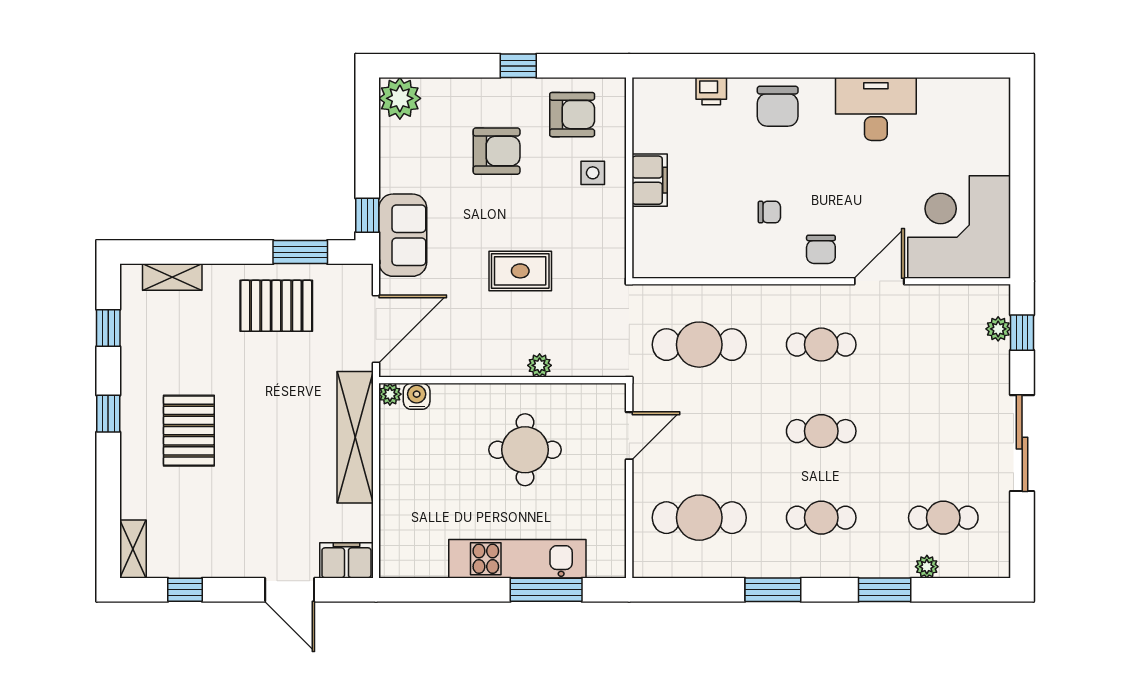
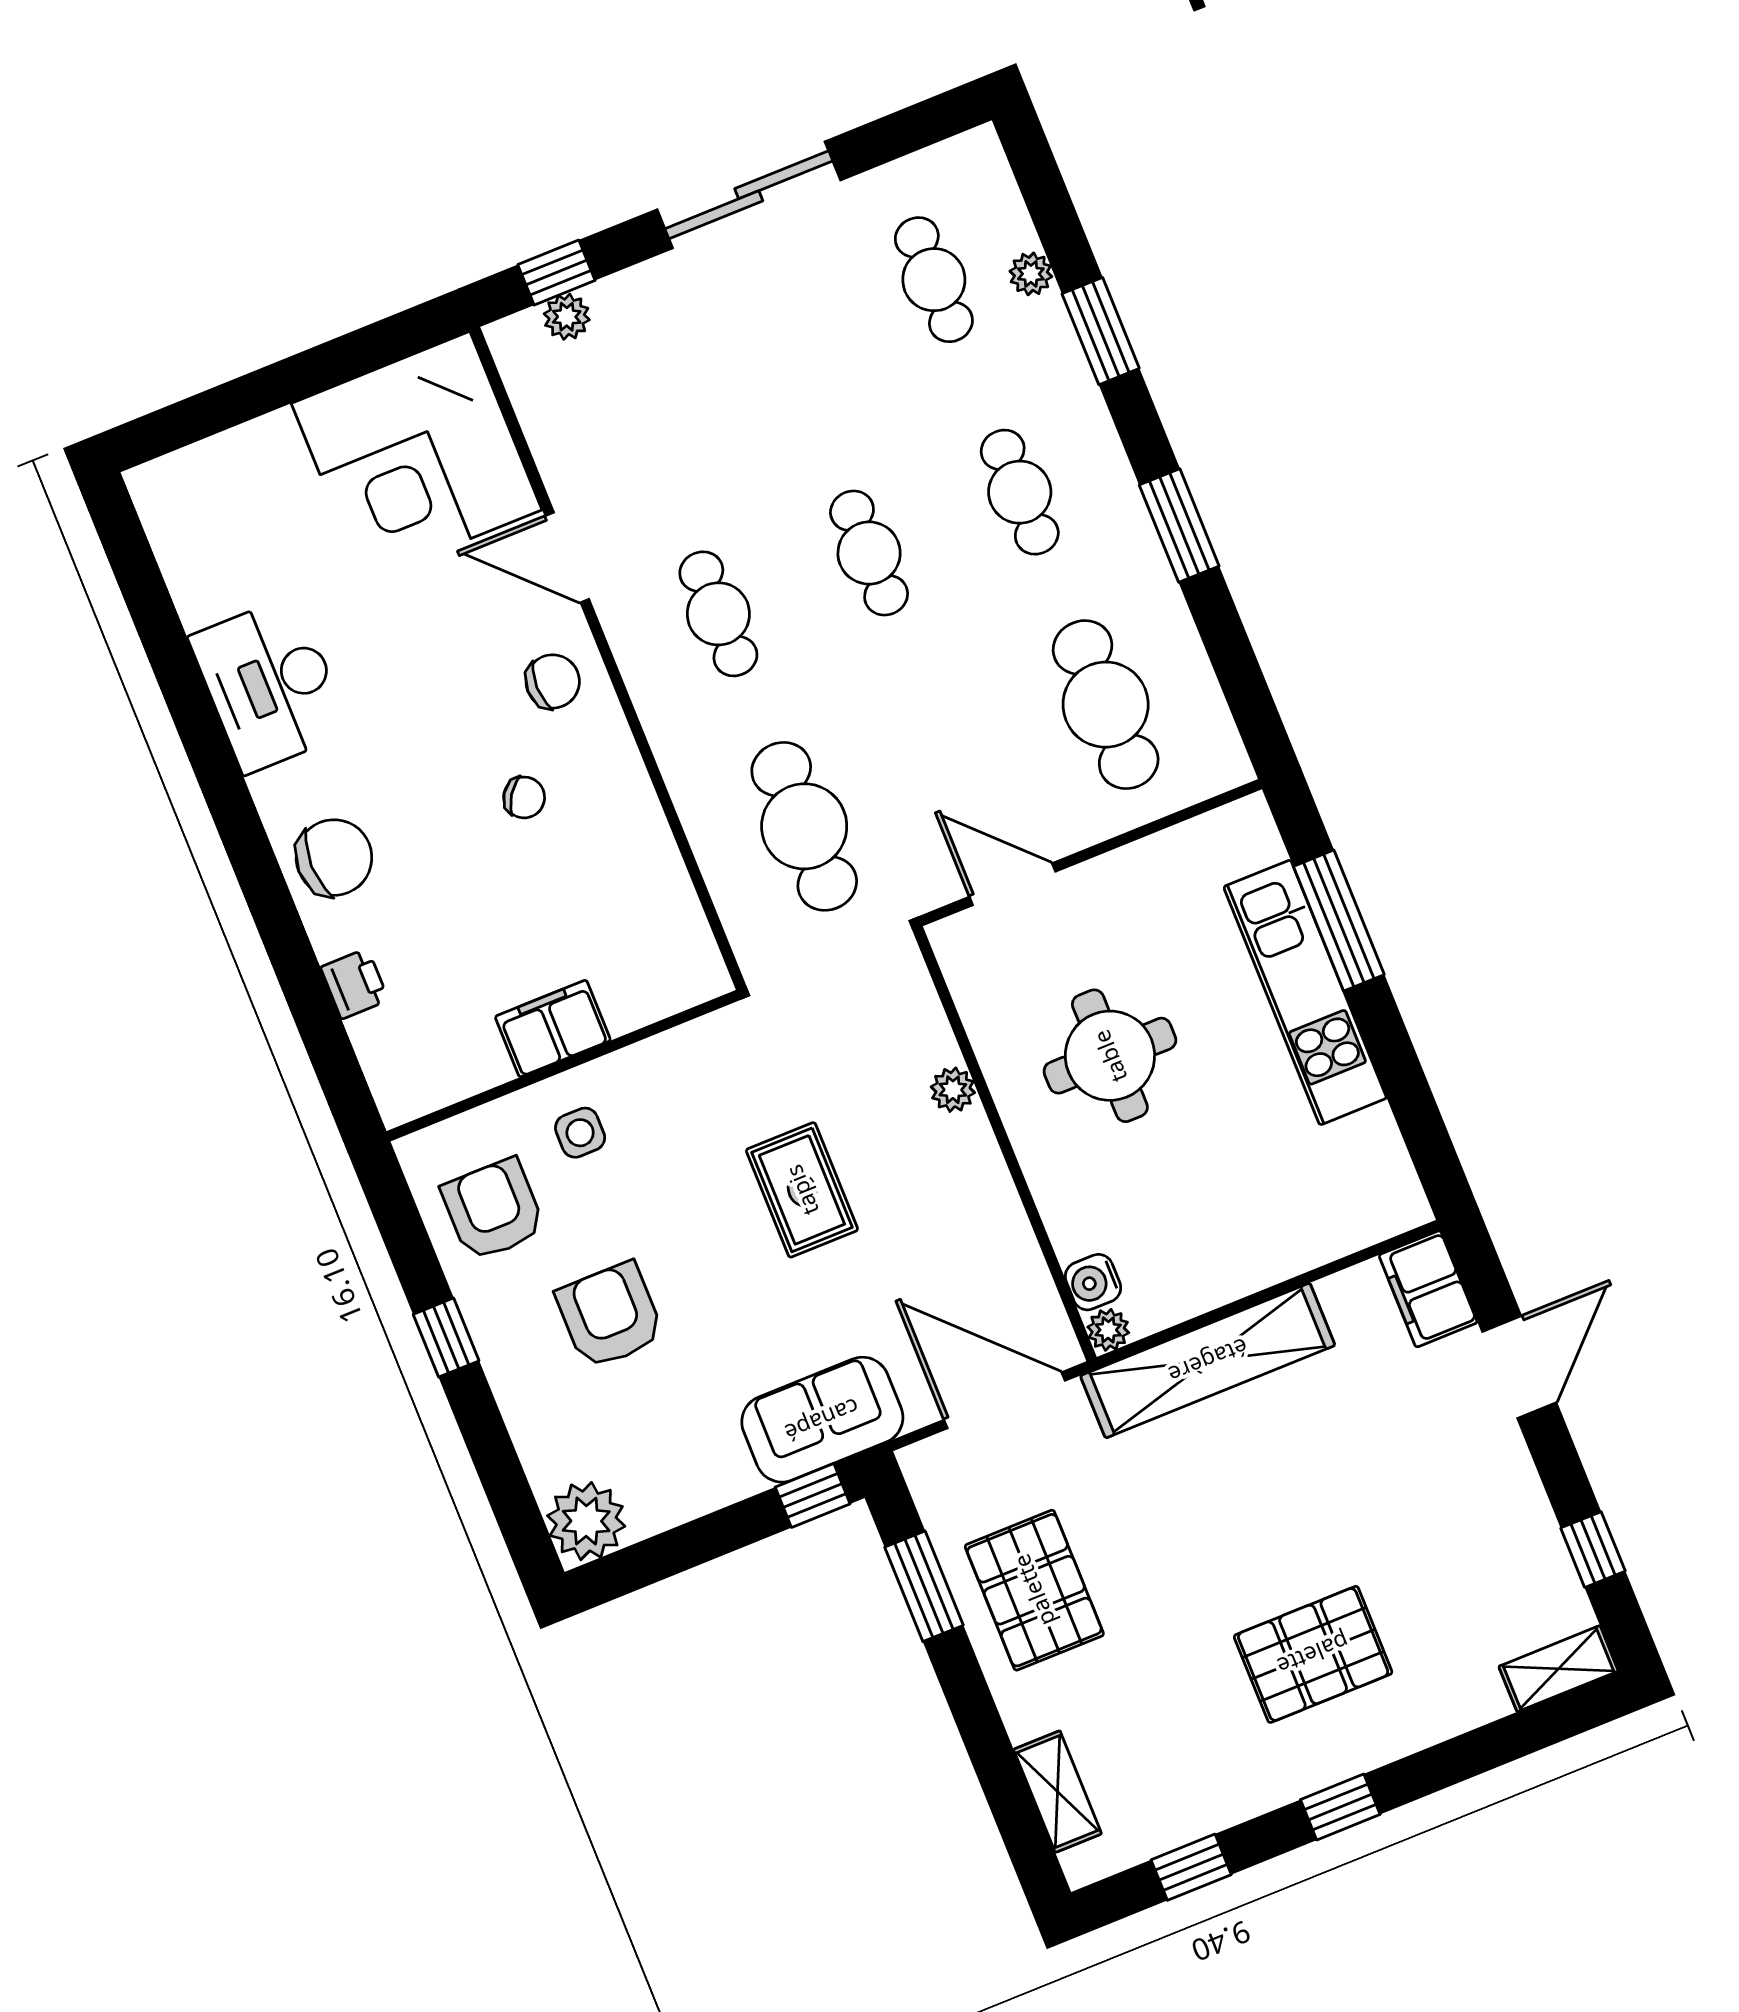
chair: (769, 212) -> (524, 797), turned 124

